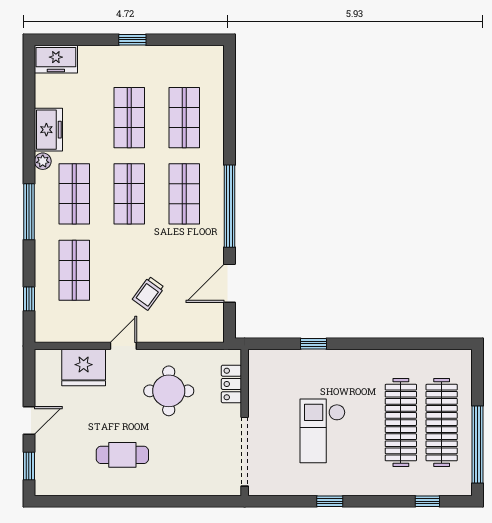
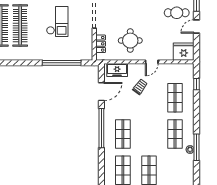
freezer: (48, 130) -> (117, 70), moved, turned -90
shop shelf: (129, 194) -> (149, 134), removed
window: (29, 212) -> (197, 147), moved
window: (313, 344) -> (62, 63), width x3.17
fridge: (84, 368) -> (184, 52), moved
cafe table: (122, 455) -> (177, 13), moved

